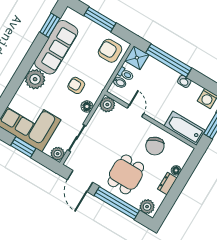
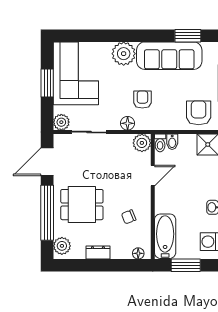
toilet: (126, 74) -> (160, 143), moved
chair: (155, 146) -> (129, 217), width x0.54, depth x0.54
floor lamp: (176, 170) -> (138, 253), moved

